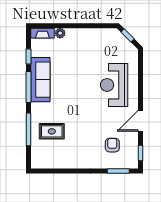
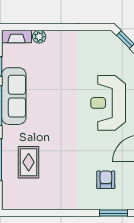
rug: (52, 131) -> (29, 162), turned 90

